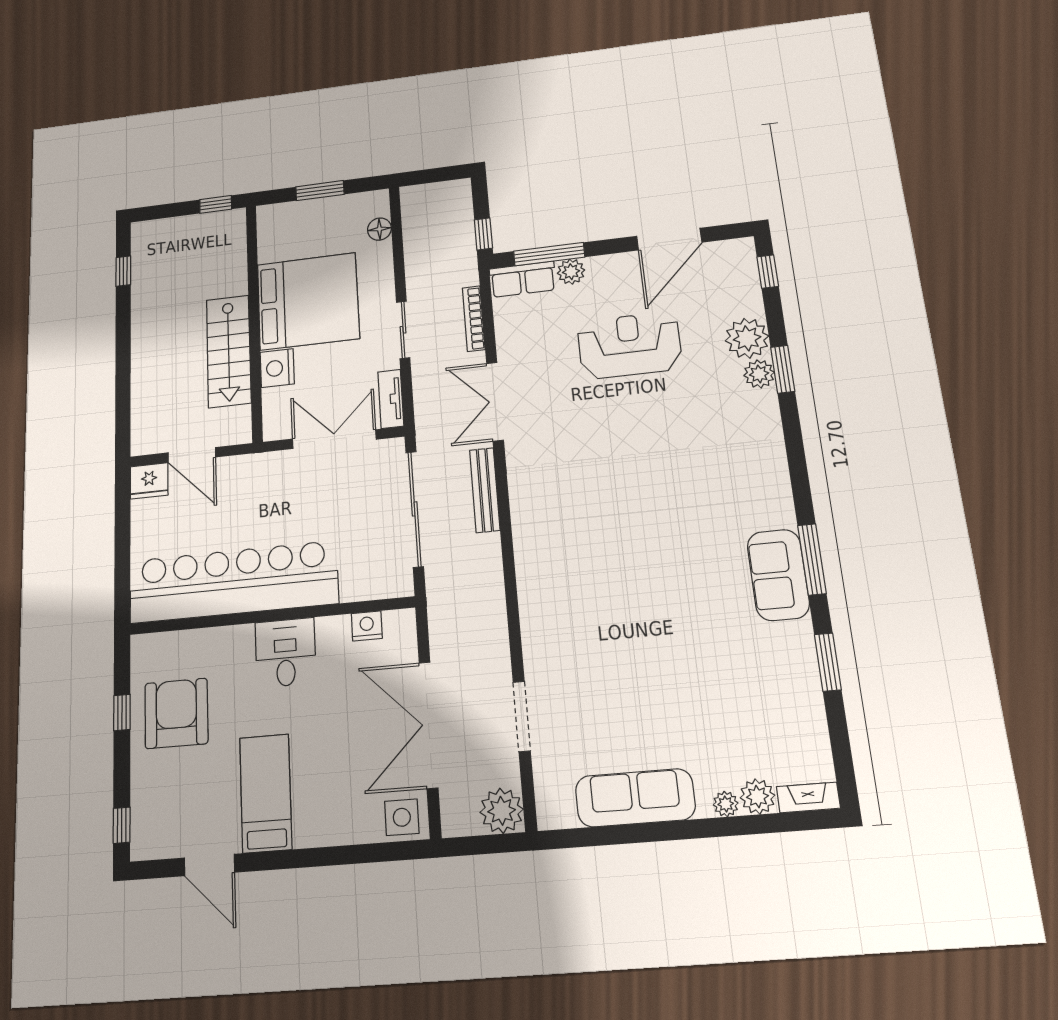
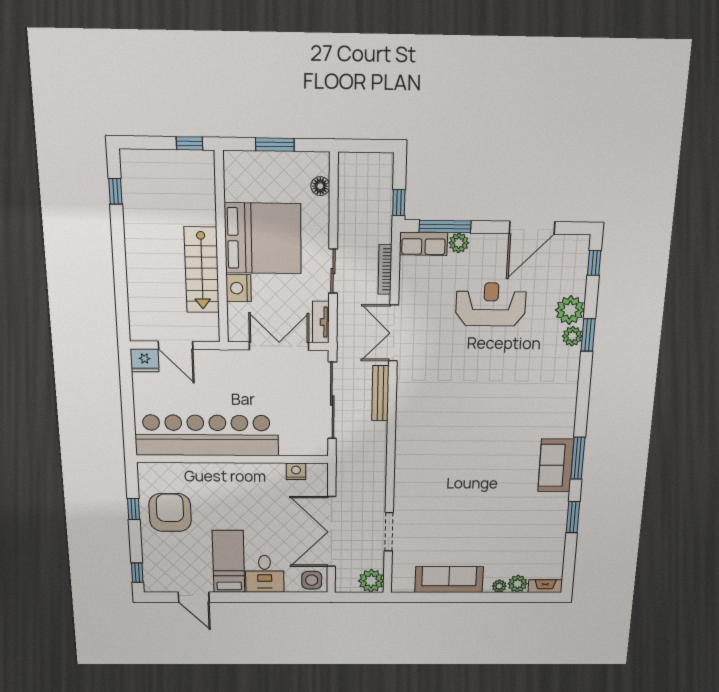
desk: (285, 653) -> (265, 574), moved, turned 180

